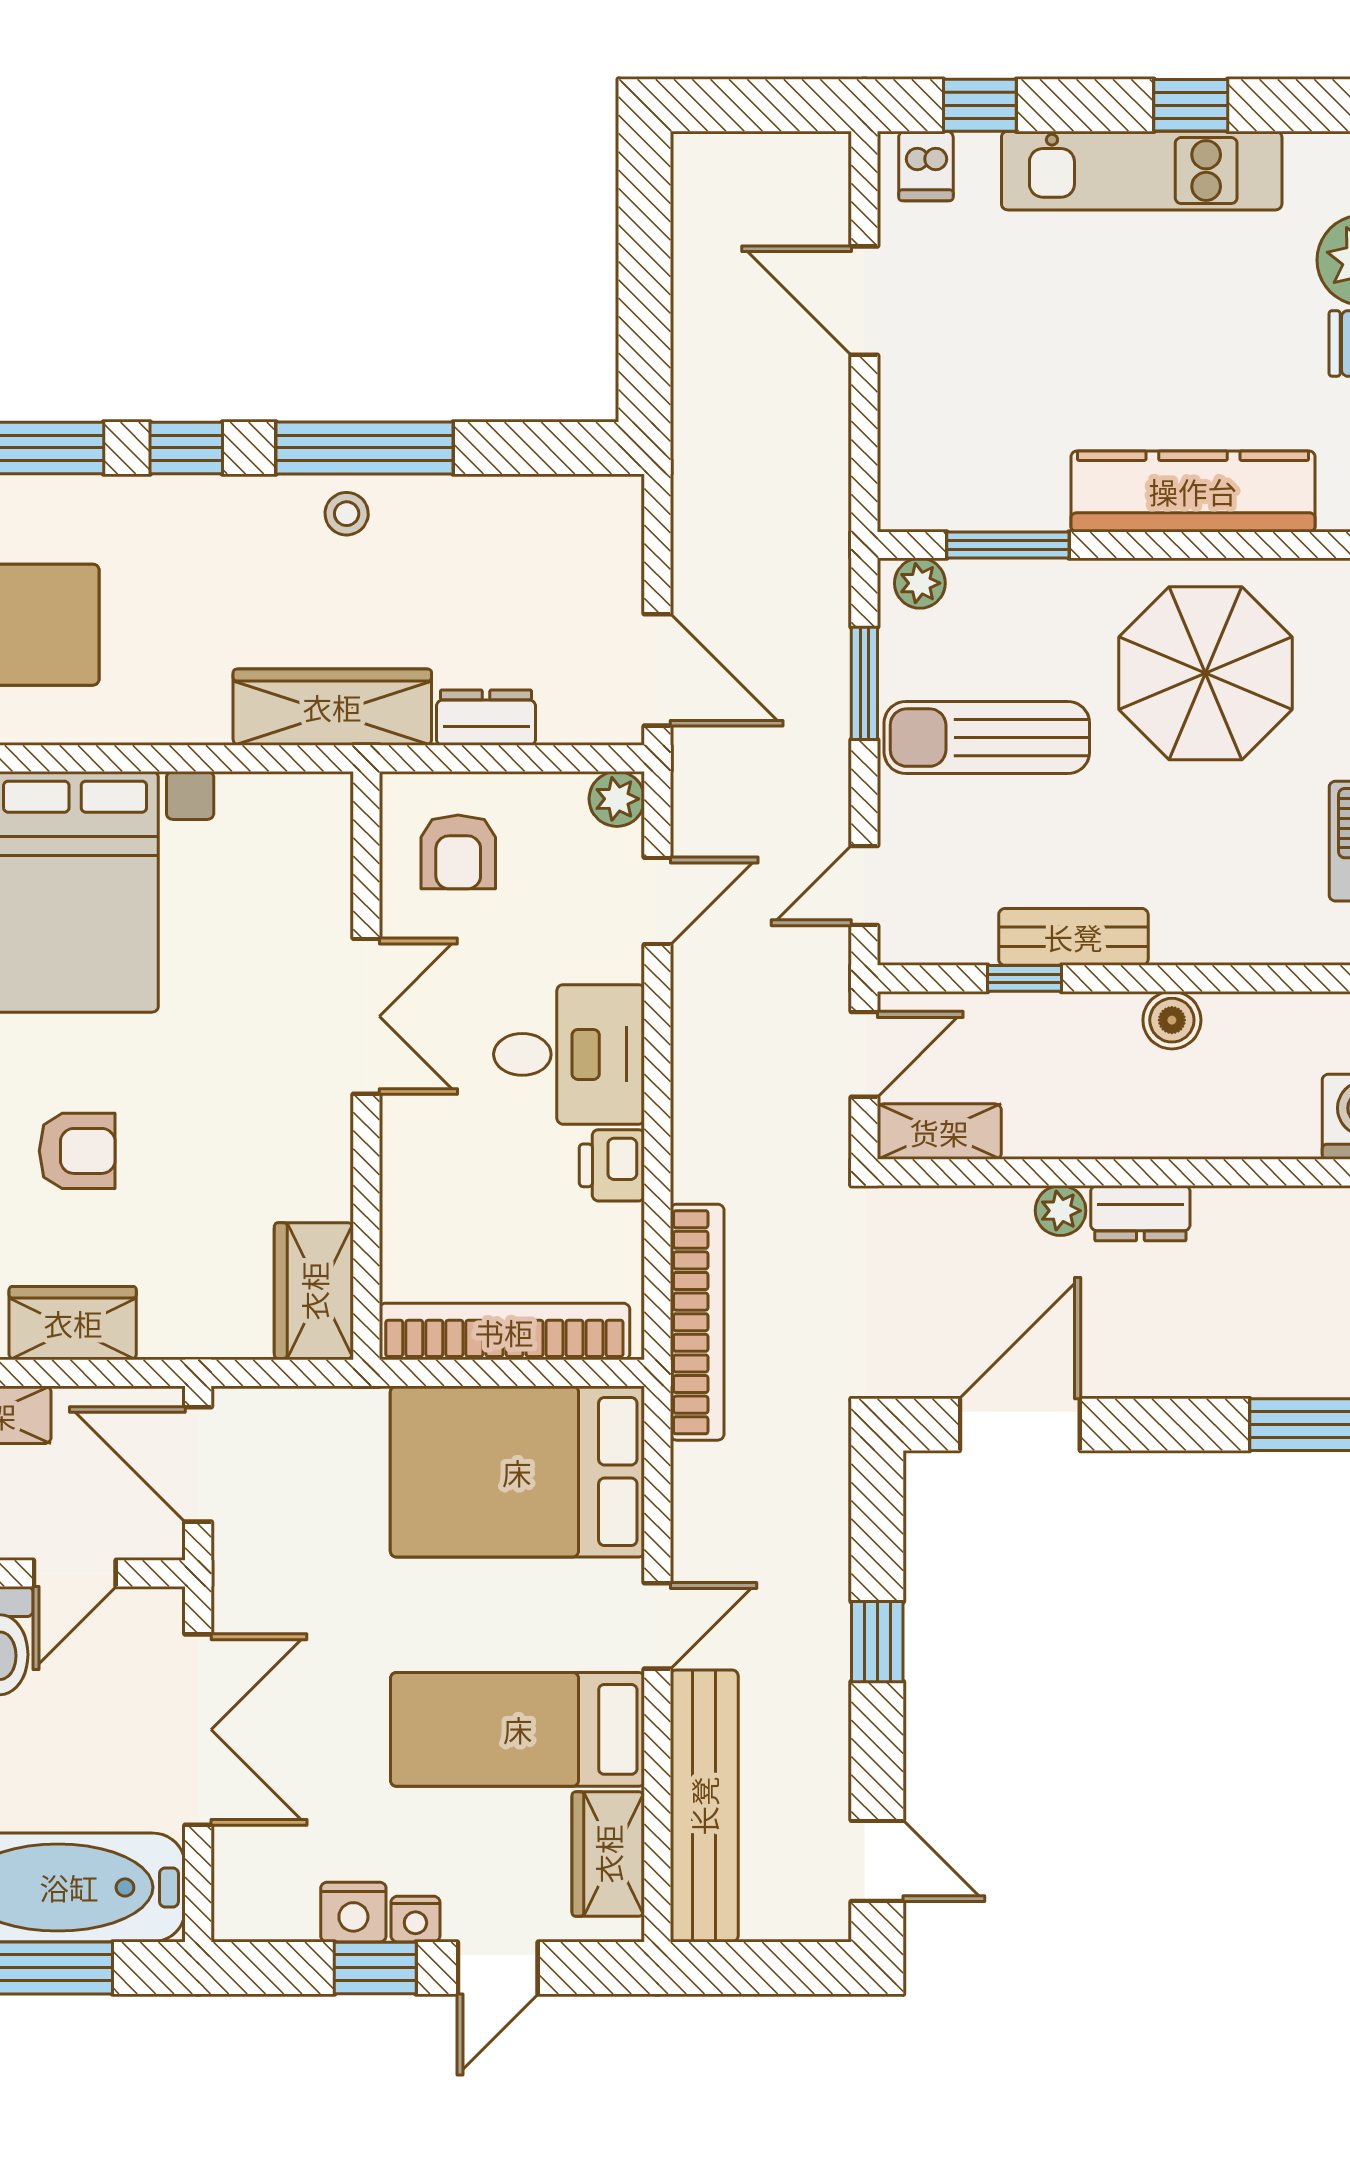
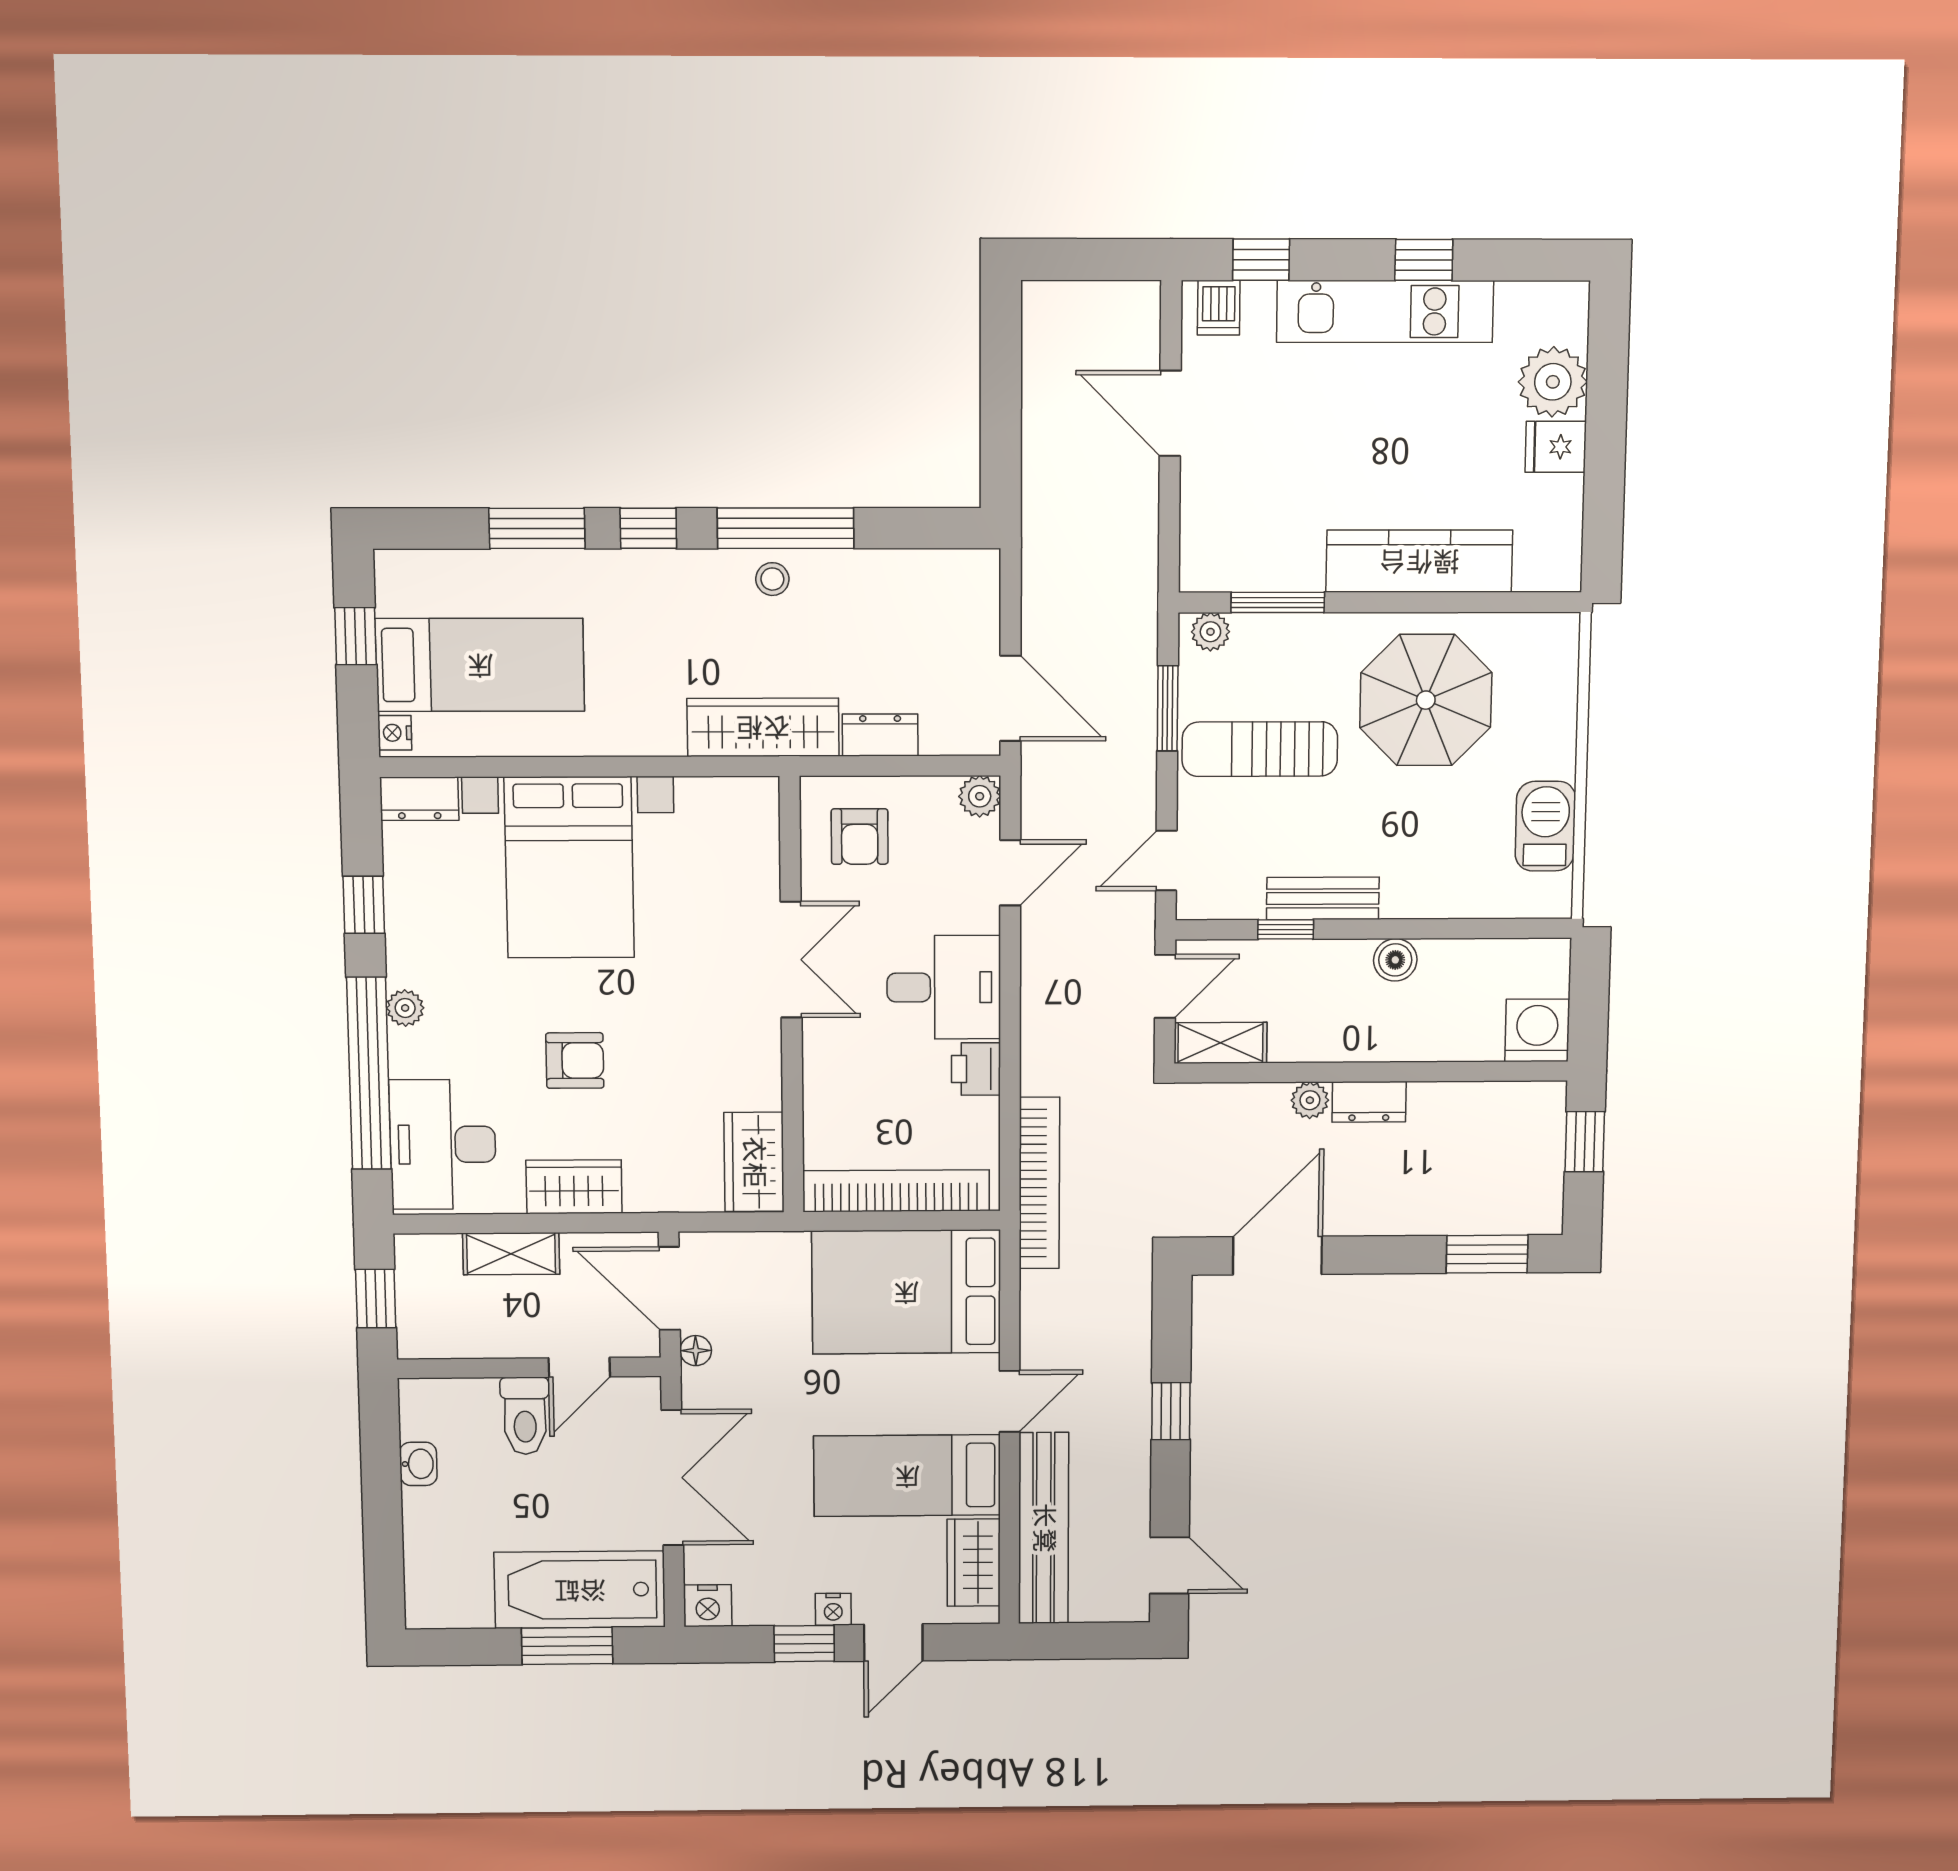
floor lamp: (232, 1551) -> (696, 1351), added
nightstand: (353, 1912) -> (708, 1606), moved

